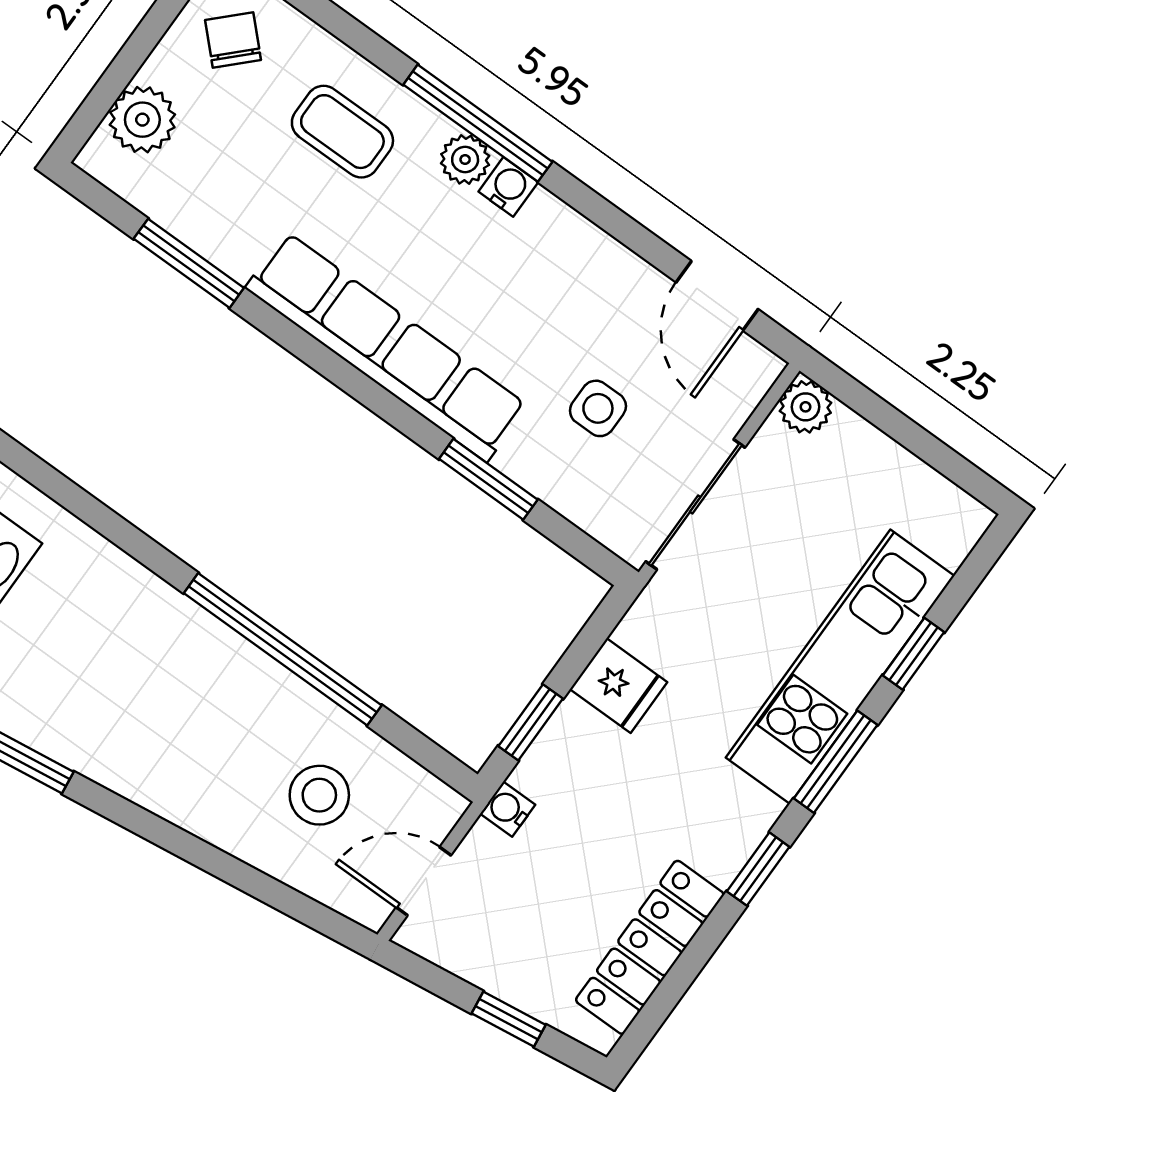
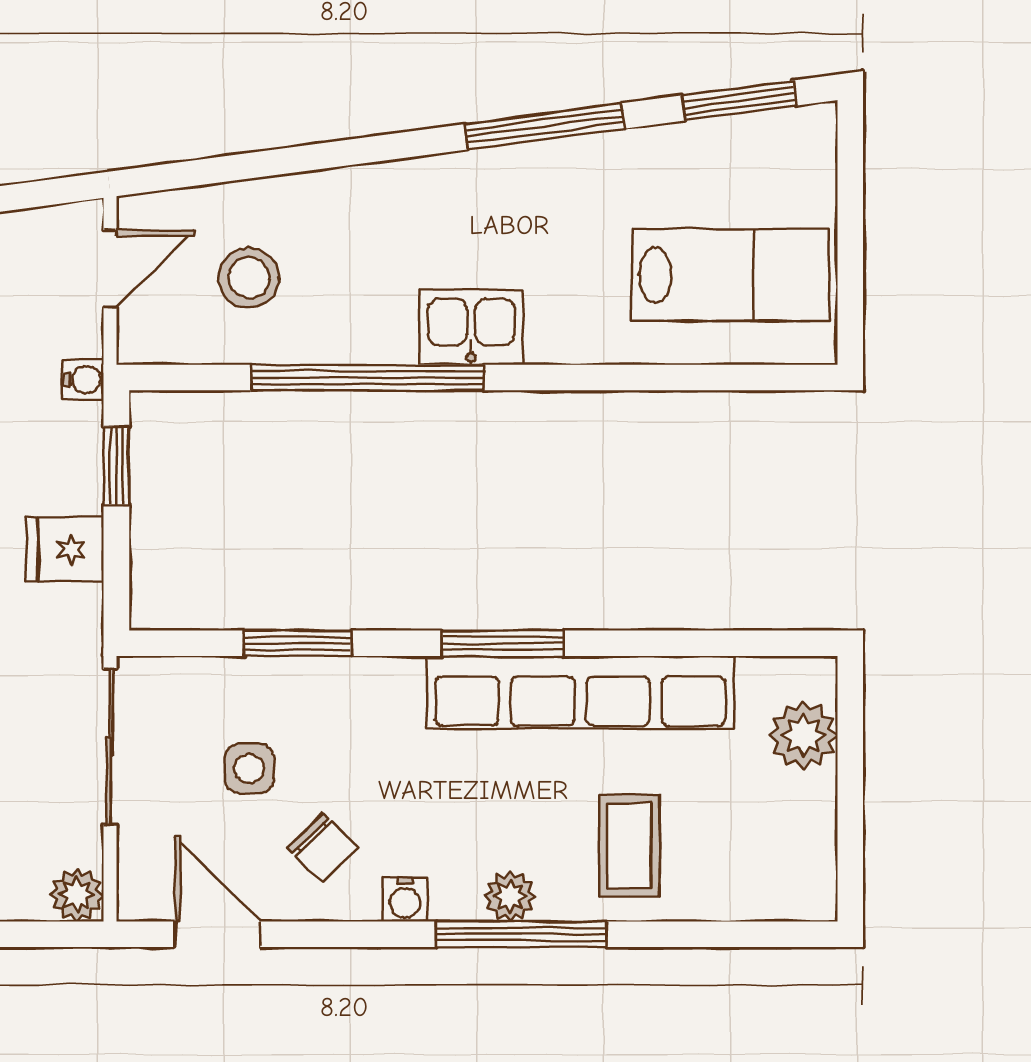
chair: (233, 40) -> (323, 848), moved
coffee table: (342, 132) -> (629, 846), turned 90
water cooler: (508, 187) -> (405, 899), moved
window: (189, 263) -> (503, 643), moved
row of seats: (386, 347) -> (580, 692), moved
kitchen sink: (172, 630) -> (471, 327), added

